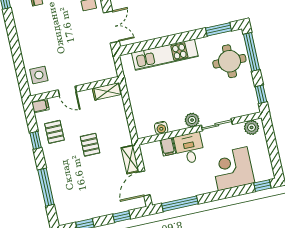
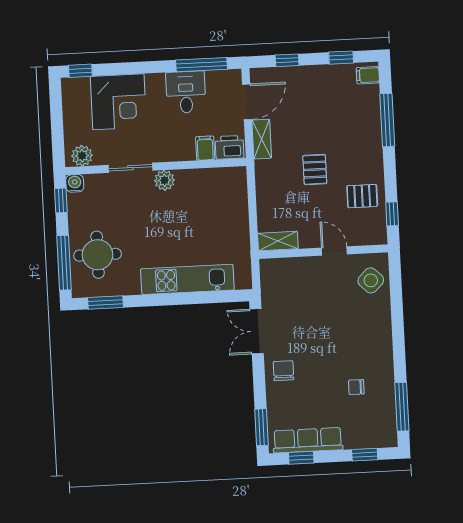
side table: (39, 75) -> (371, 280), turned 45
filing cabinet: (40, 106) -> (368, 75), moved
water cooler: (161, 128) -> (75, 183), moved
pallet: (54, 132) -> (362, 196), turned 90
window: (36, 140) -> (392, 214), moved
desk: (189, 148) -> (186, 92), moved, turned 180
printer: (151, 150) -> (230, 147), added

